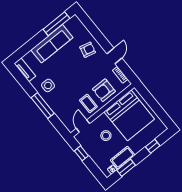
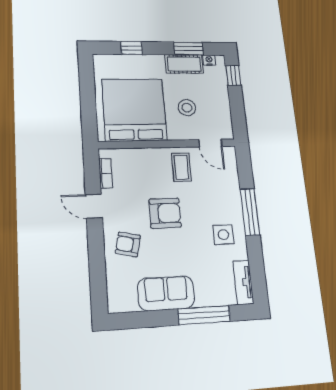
window: (56, 24) -> (204, 315), moved
sofa: (52, 44) -> (166, 293), width x0.73
door: (114, 56) -> (94, 206), hinge flipped
armchair: (104, 90) -> (165, 213), moved
door: (83, 126) -> (210, 143), hinge flipped
window: (81, 153) -> (233, 76), moved

